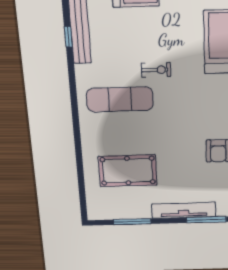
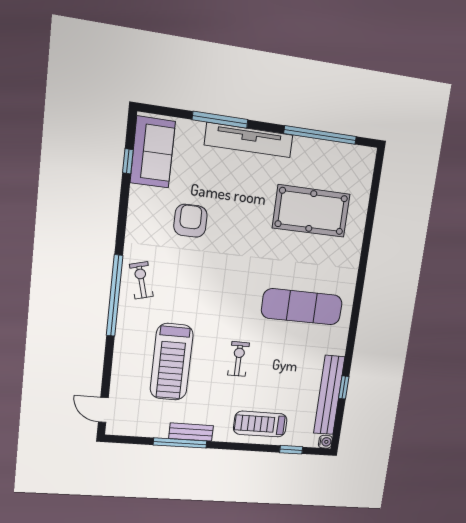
exercise bike: (156, 70) -> (239, 359), moved, turned 90
window: (132, 222) -> (320, 135), width x1.46

